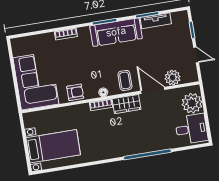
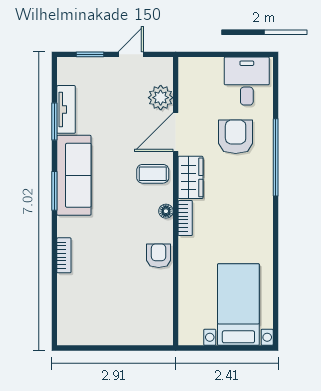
corner sofa: (36, 81) -> (130, 315), removed
plant: (192, 103) -> (206, 73), removed
armchair: (156, 128) -> (236, 137), added

